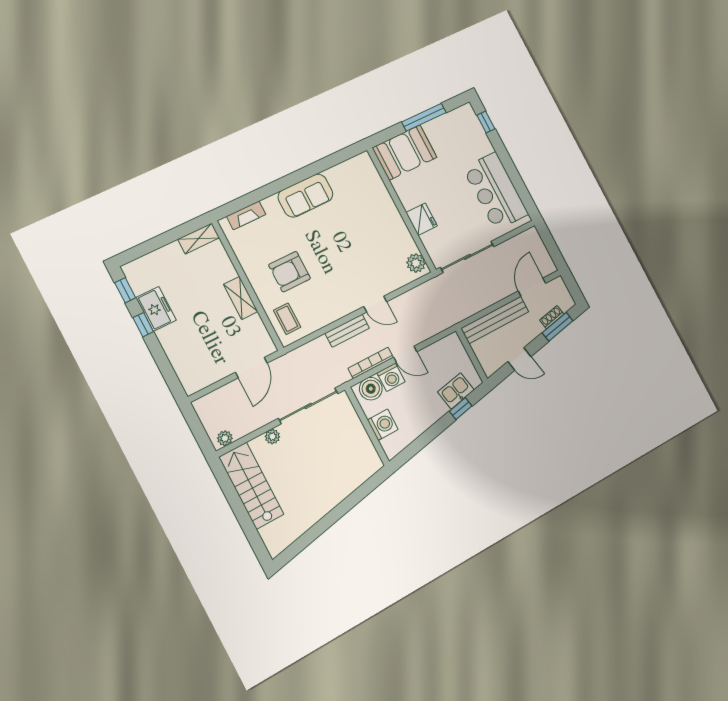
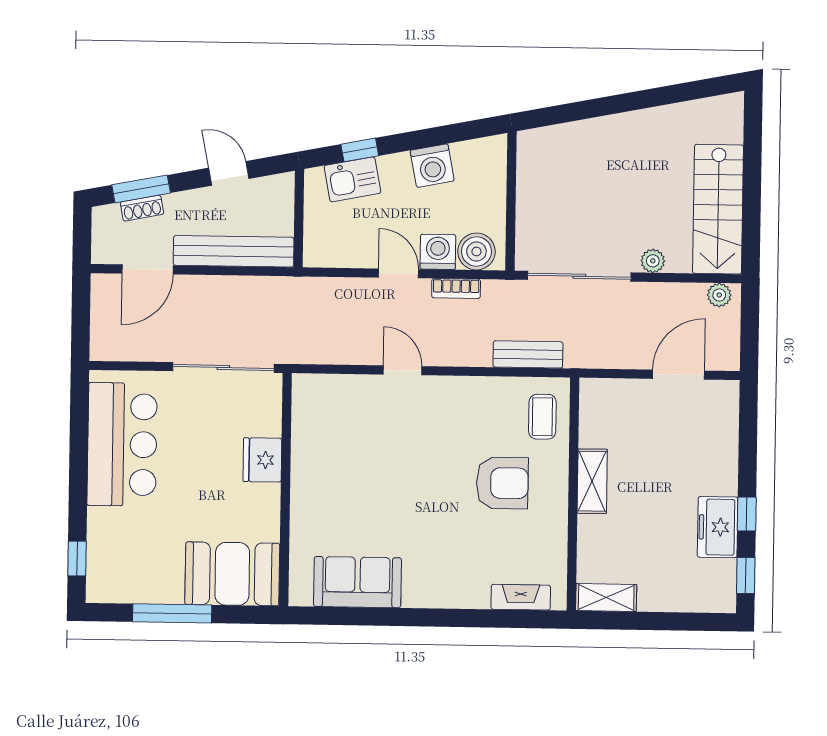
sofa: (306, 196) -> (357, 582), moved
plant: (416, 263) -> (308, 399), removed
bench: (347, 331) -> (528, 354), moved
bookcase: (371, 363) -> (456, 289), width x0.64
door: (251, 368) -> (679, 375), moved
washing machine: (383, 425) -> (432, 166), moved, turned -101

